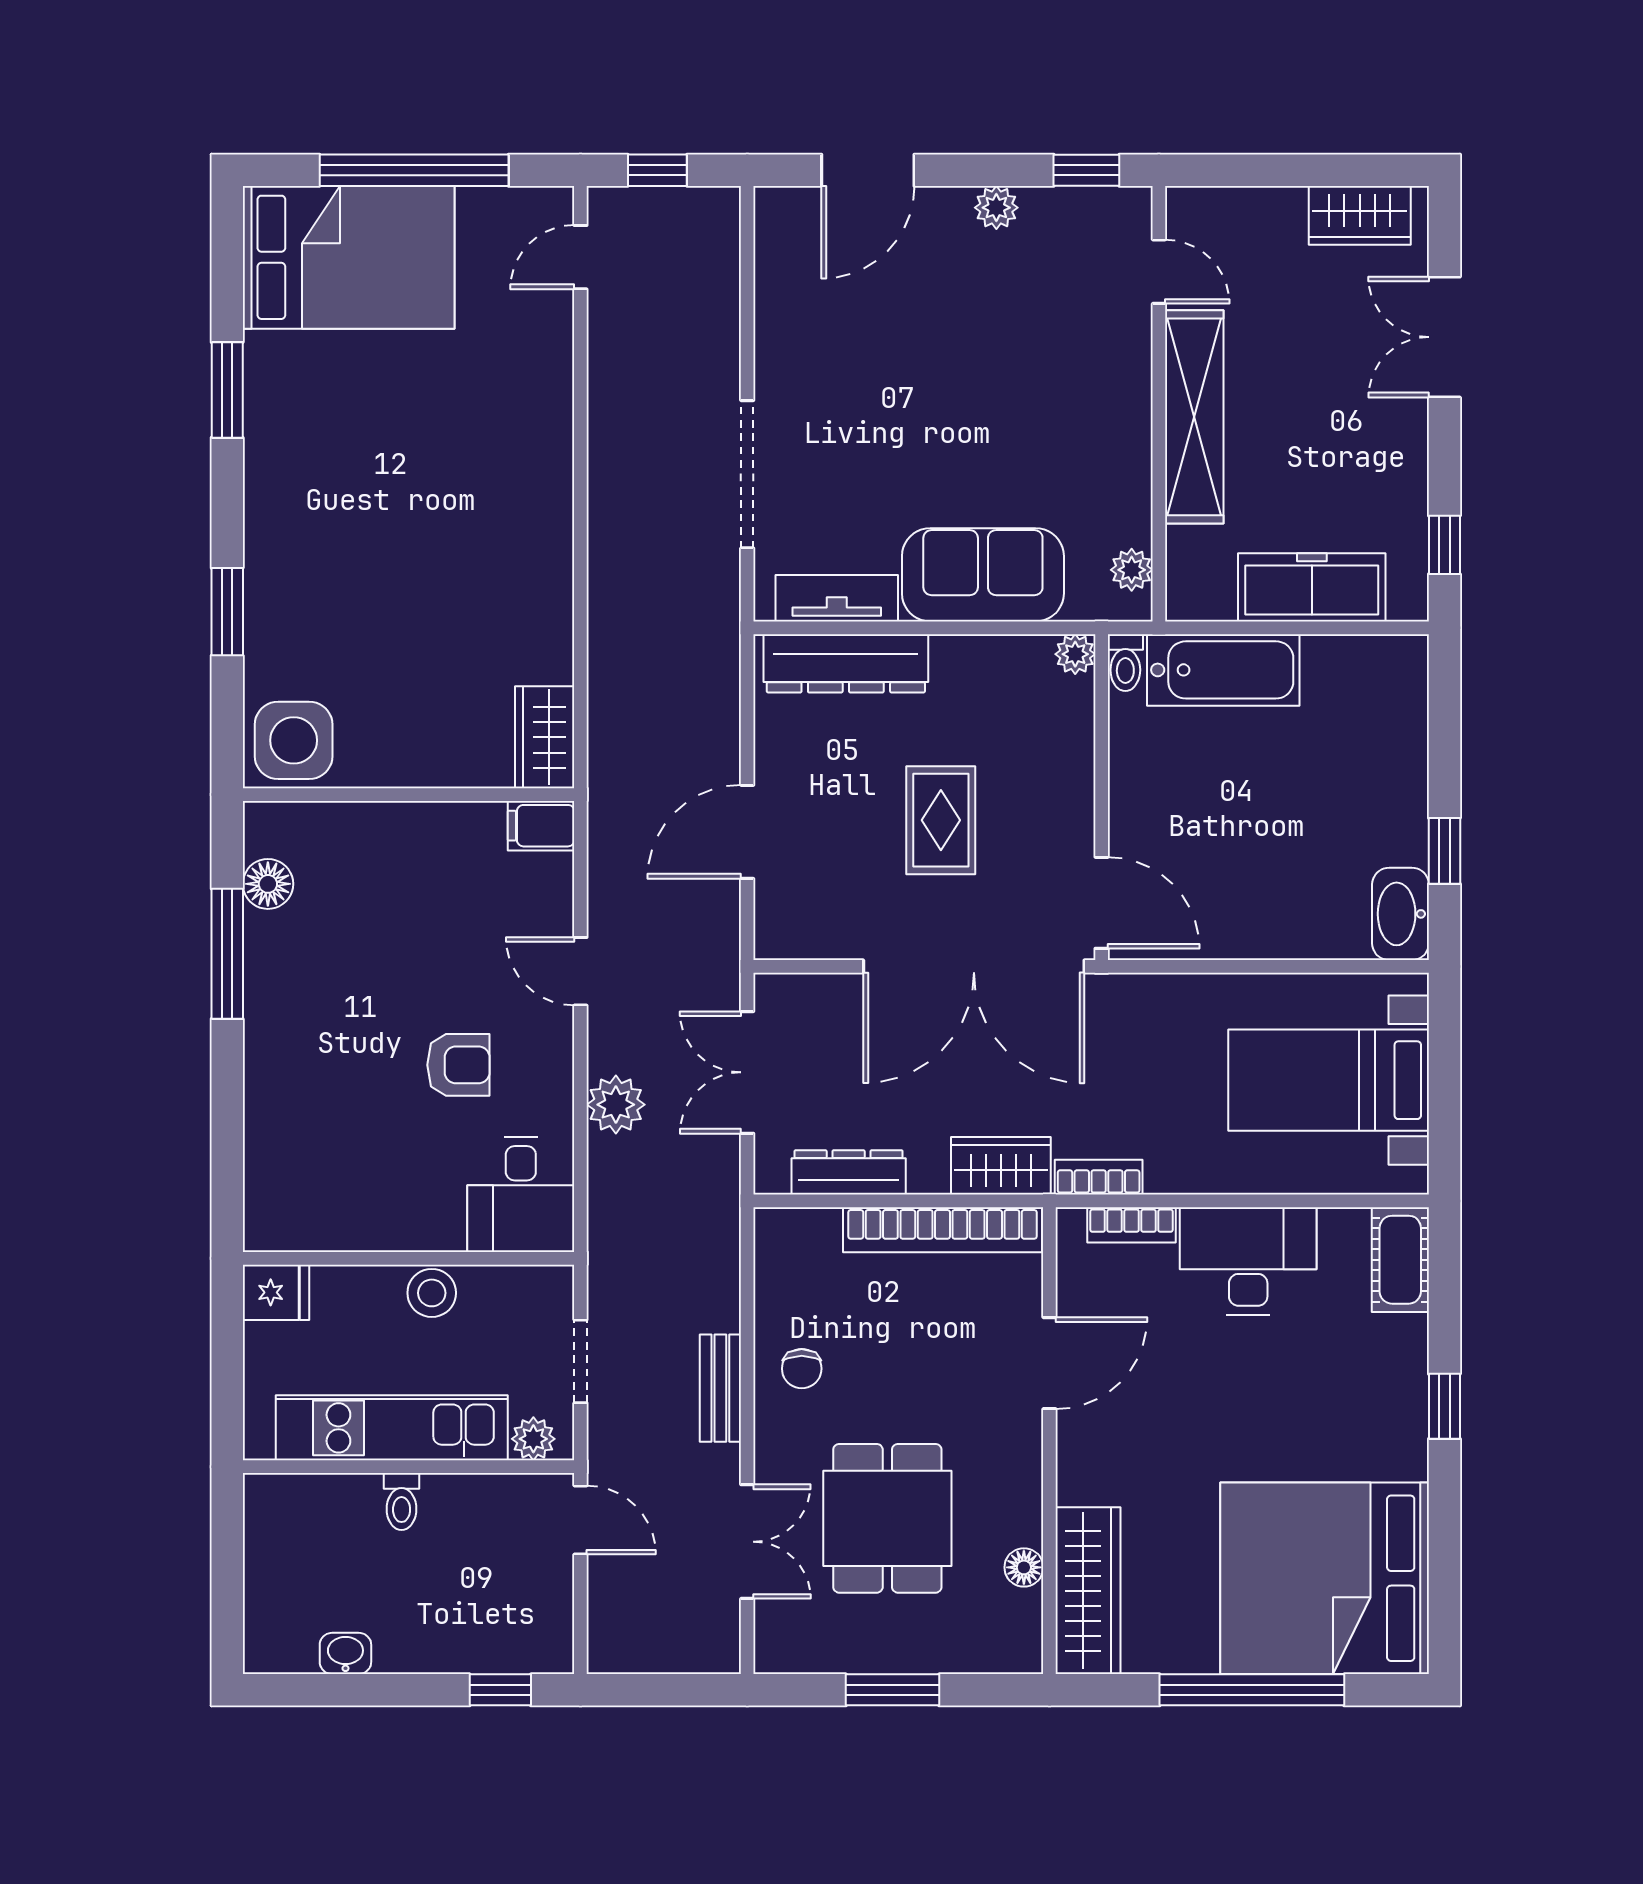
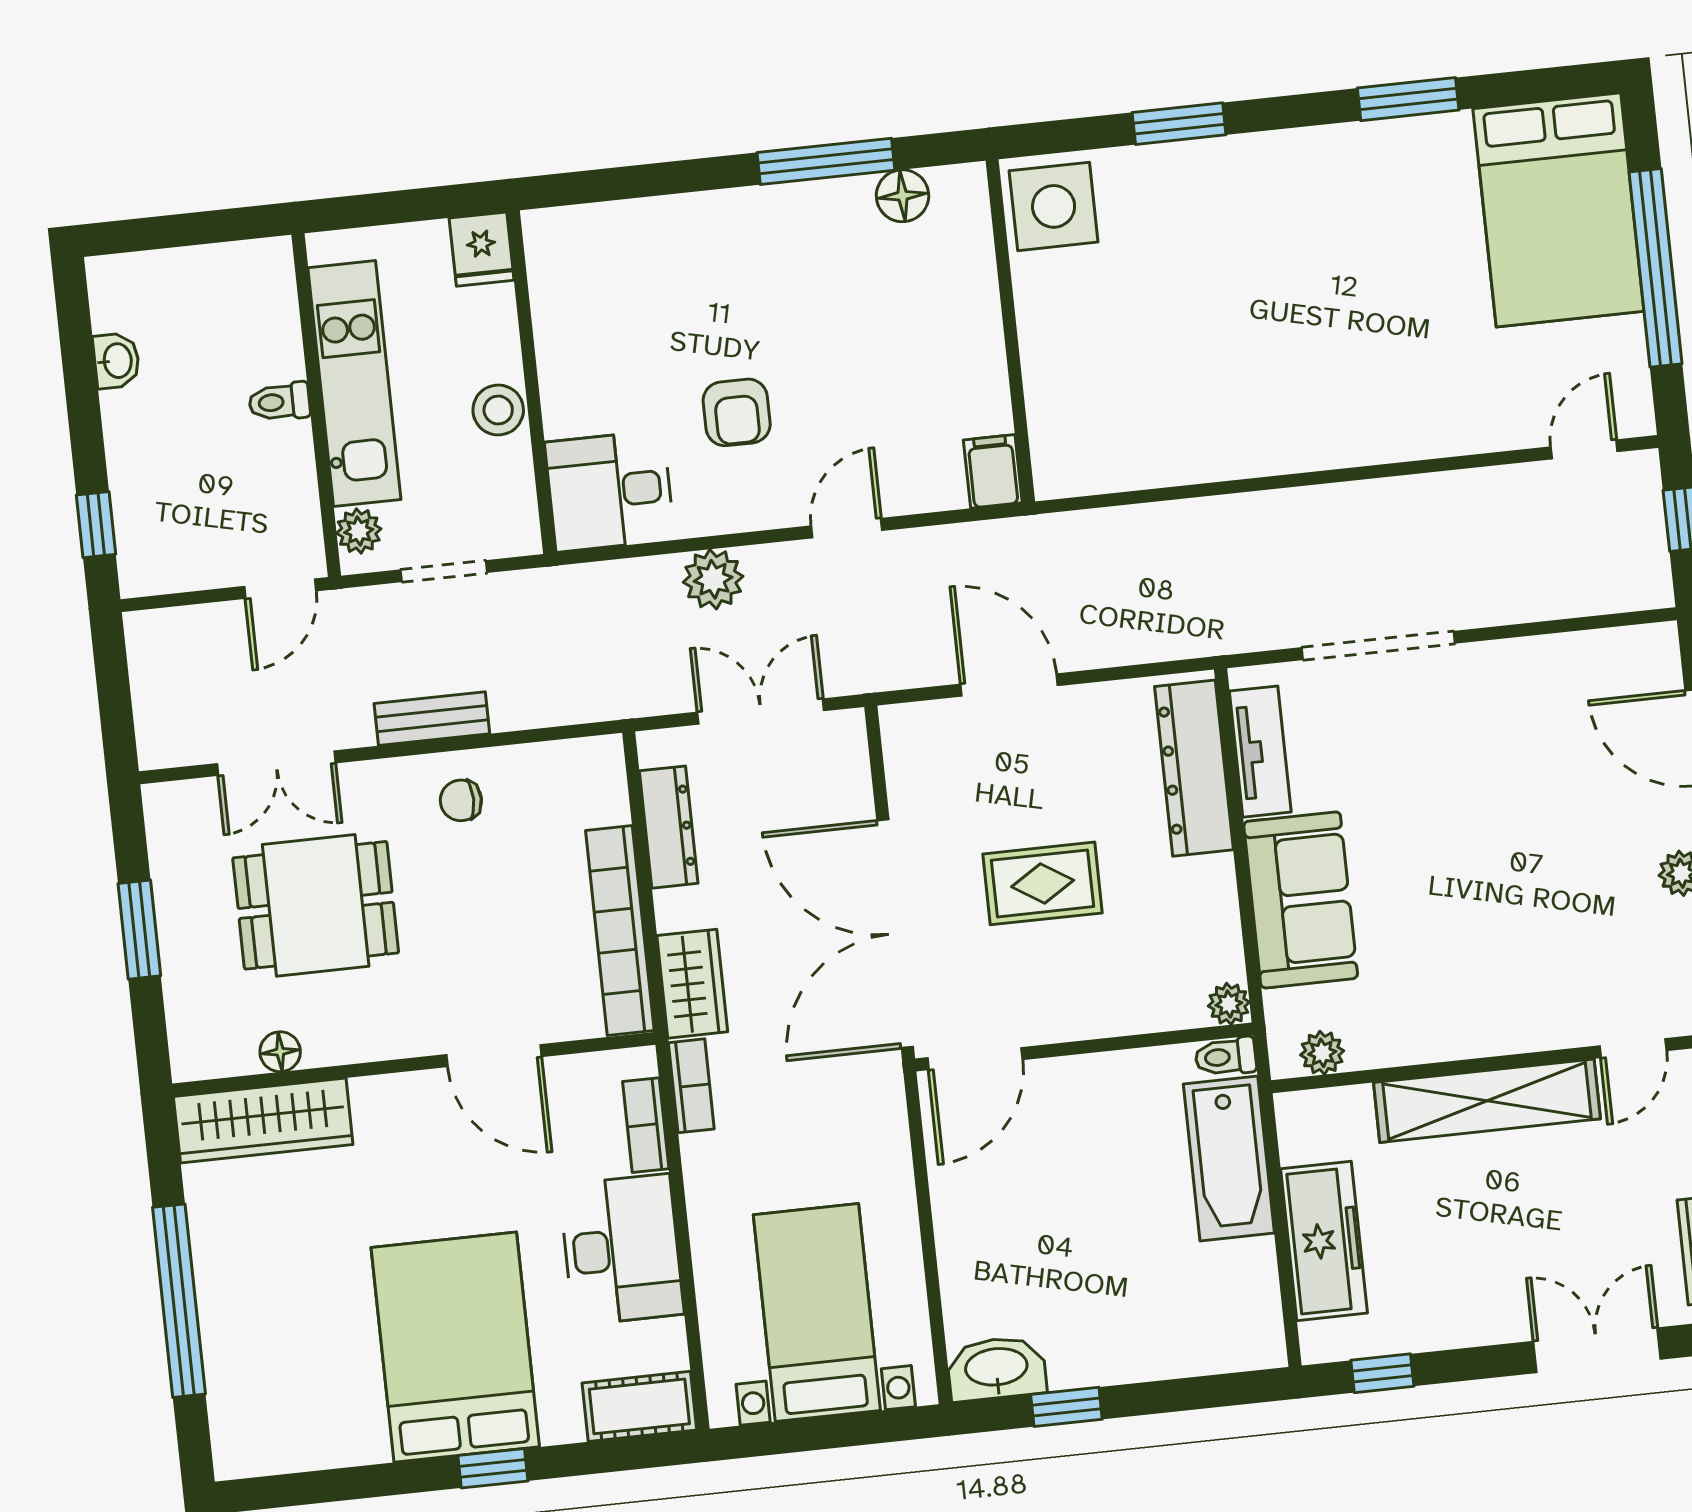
door: (580, 257) -> (1584, 449), hinge flipped
wardrobe: (545, 737) -> (1084, 465), removed
bed: (1325, 1578) -> (455, 1347), moved, width x0.73

